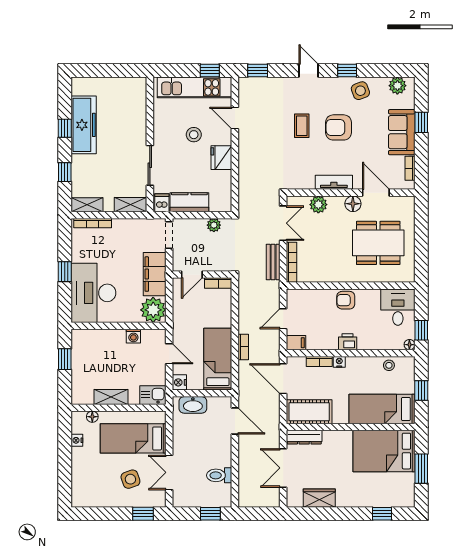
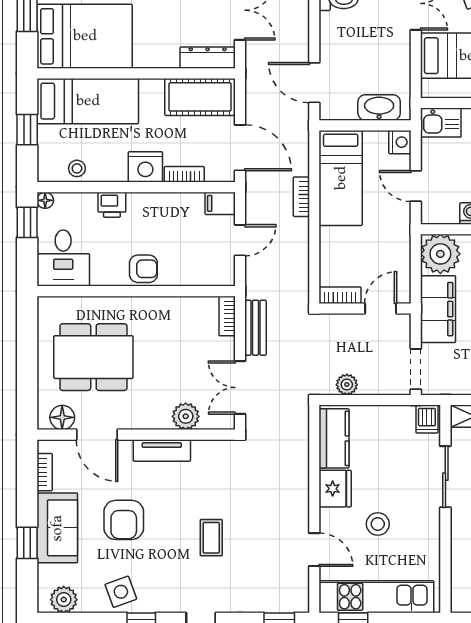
armchair: (338, 127) -> (124, 520), moved, turned 90
kitchen counter: (189, 202) -> (334, 438), moved, turned -90
floor lamp: (353, 204) -> (62, 417), moved
bookcase: (292, 262) -> (227, 316), width x0.64
printer: (348, 342) -> (112, 205), moved
nightstand: (339, 362) -> (145, 167), width x1.89, depth x1.79

